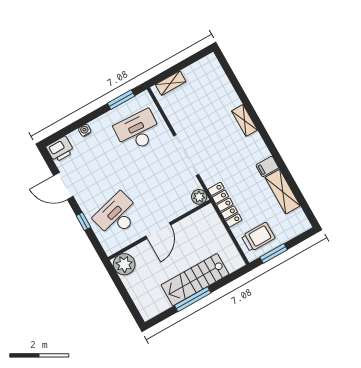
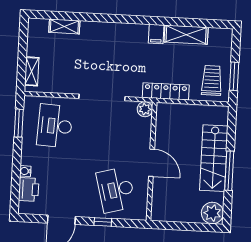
shelving: (244, 120) -> (64, 26), moved
printer: (60, 149) -> (29, 189), moved
plant: (124, 264) -> (212, 213), moved

